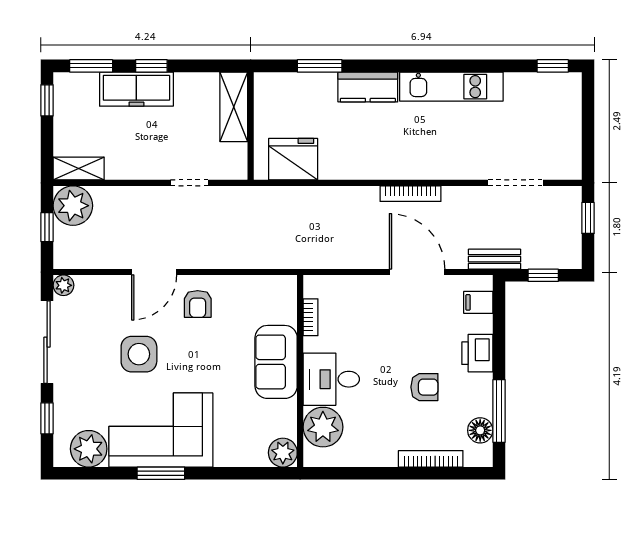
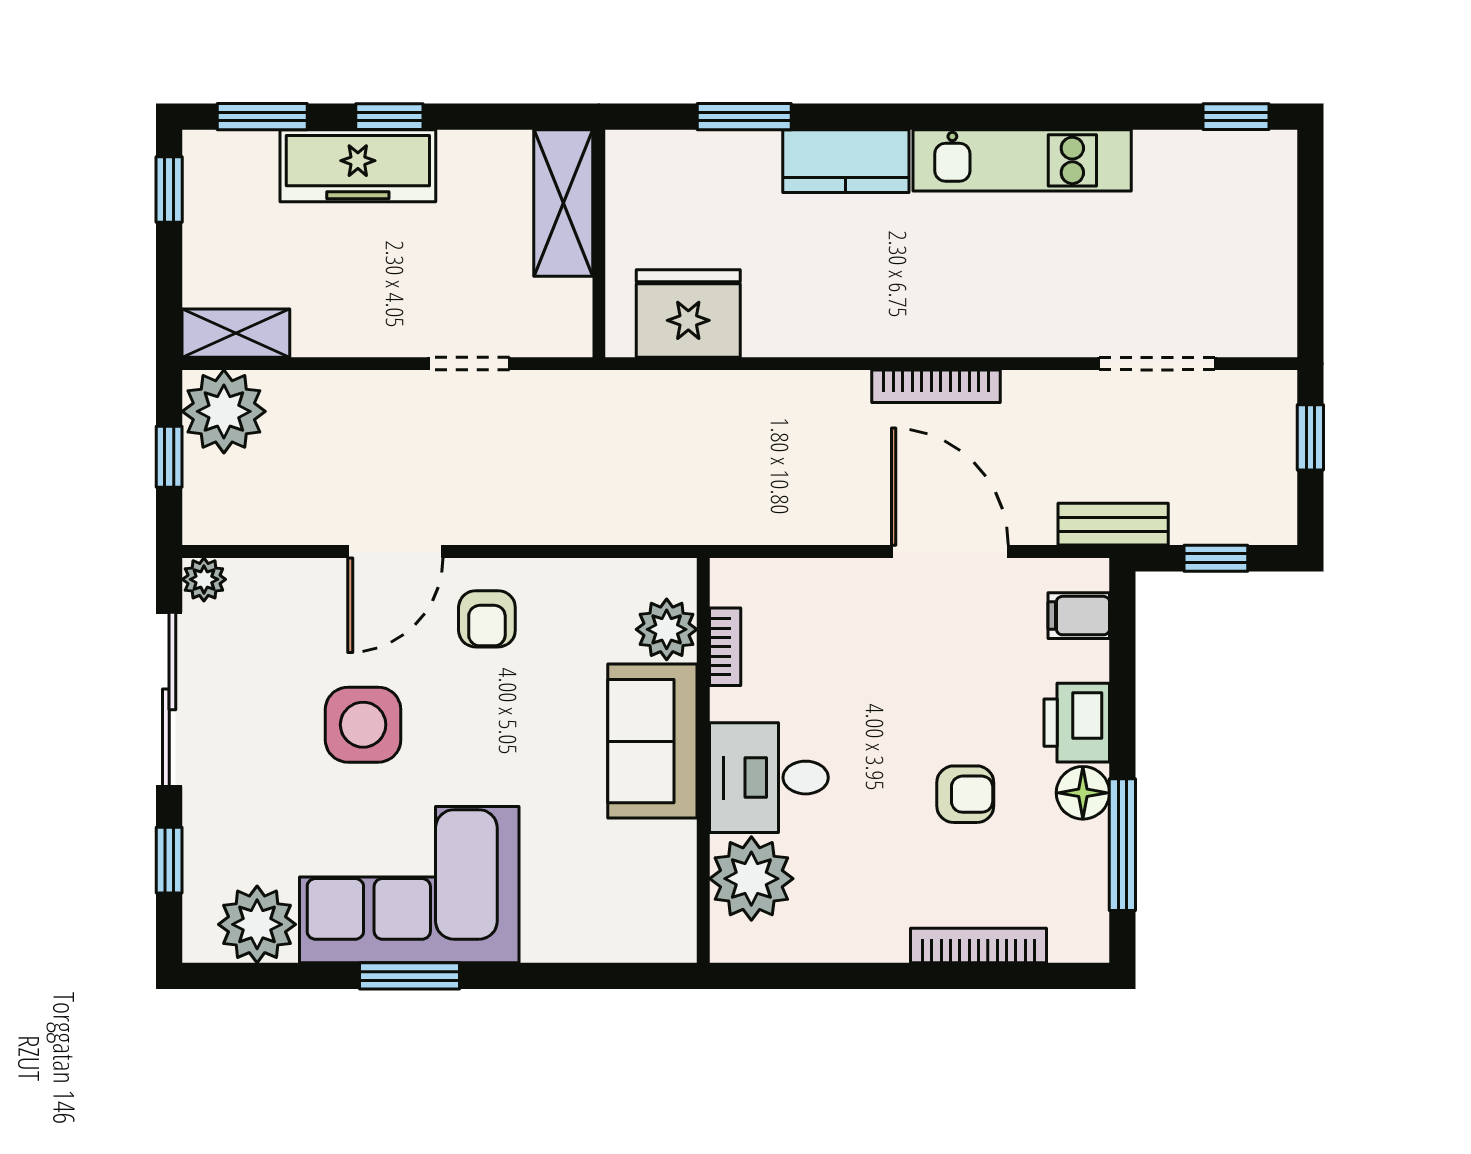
floor lamp: (480, 430) -> (1083, 793), moved
plant: (283, 453) -> (667, 629), moved

